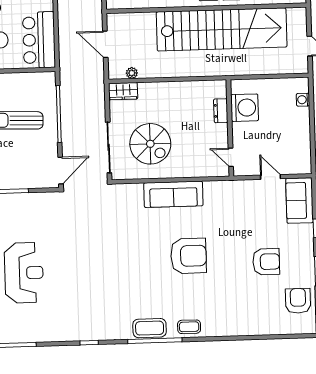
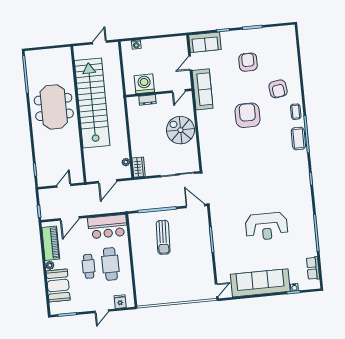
spiral stairs: (150, 144) -> (180, 130), moved, turned -90
sofa: (173, 194) -> (203, 89), moved
reception desk: (24, 273) -> (266, 226), turned 180
armchair: (298, 301) -> (278, 89), moved, turned -98

